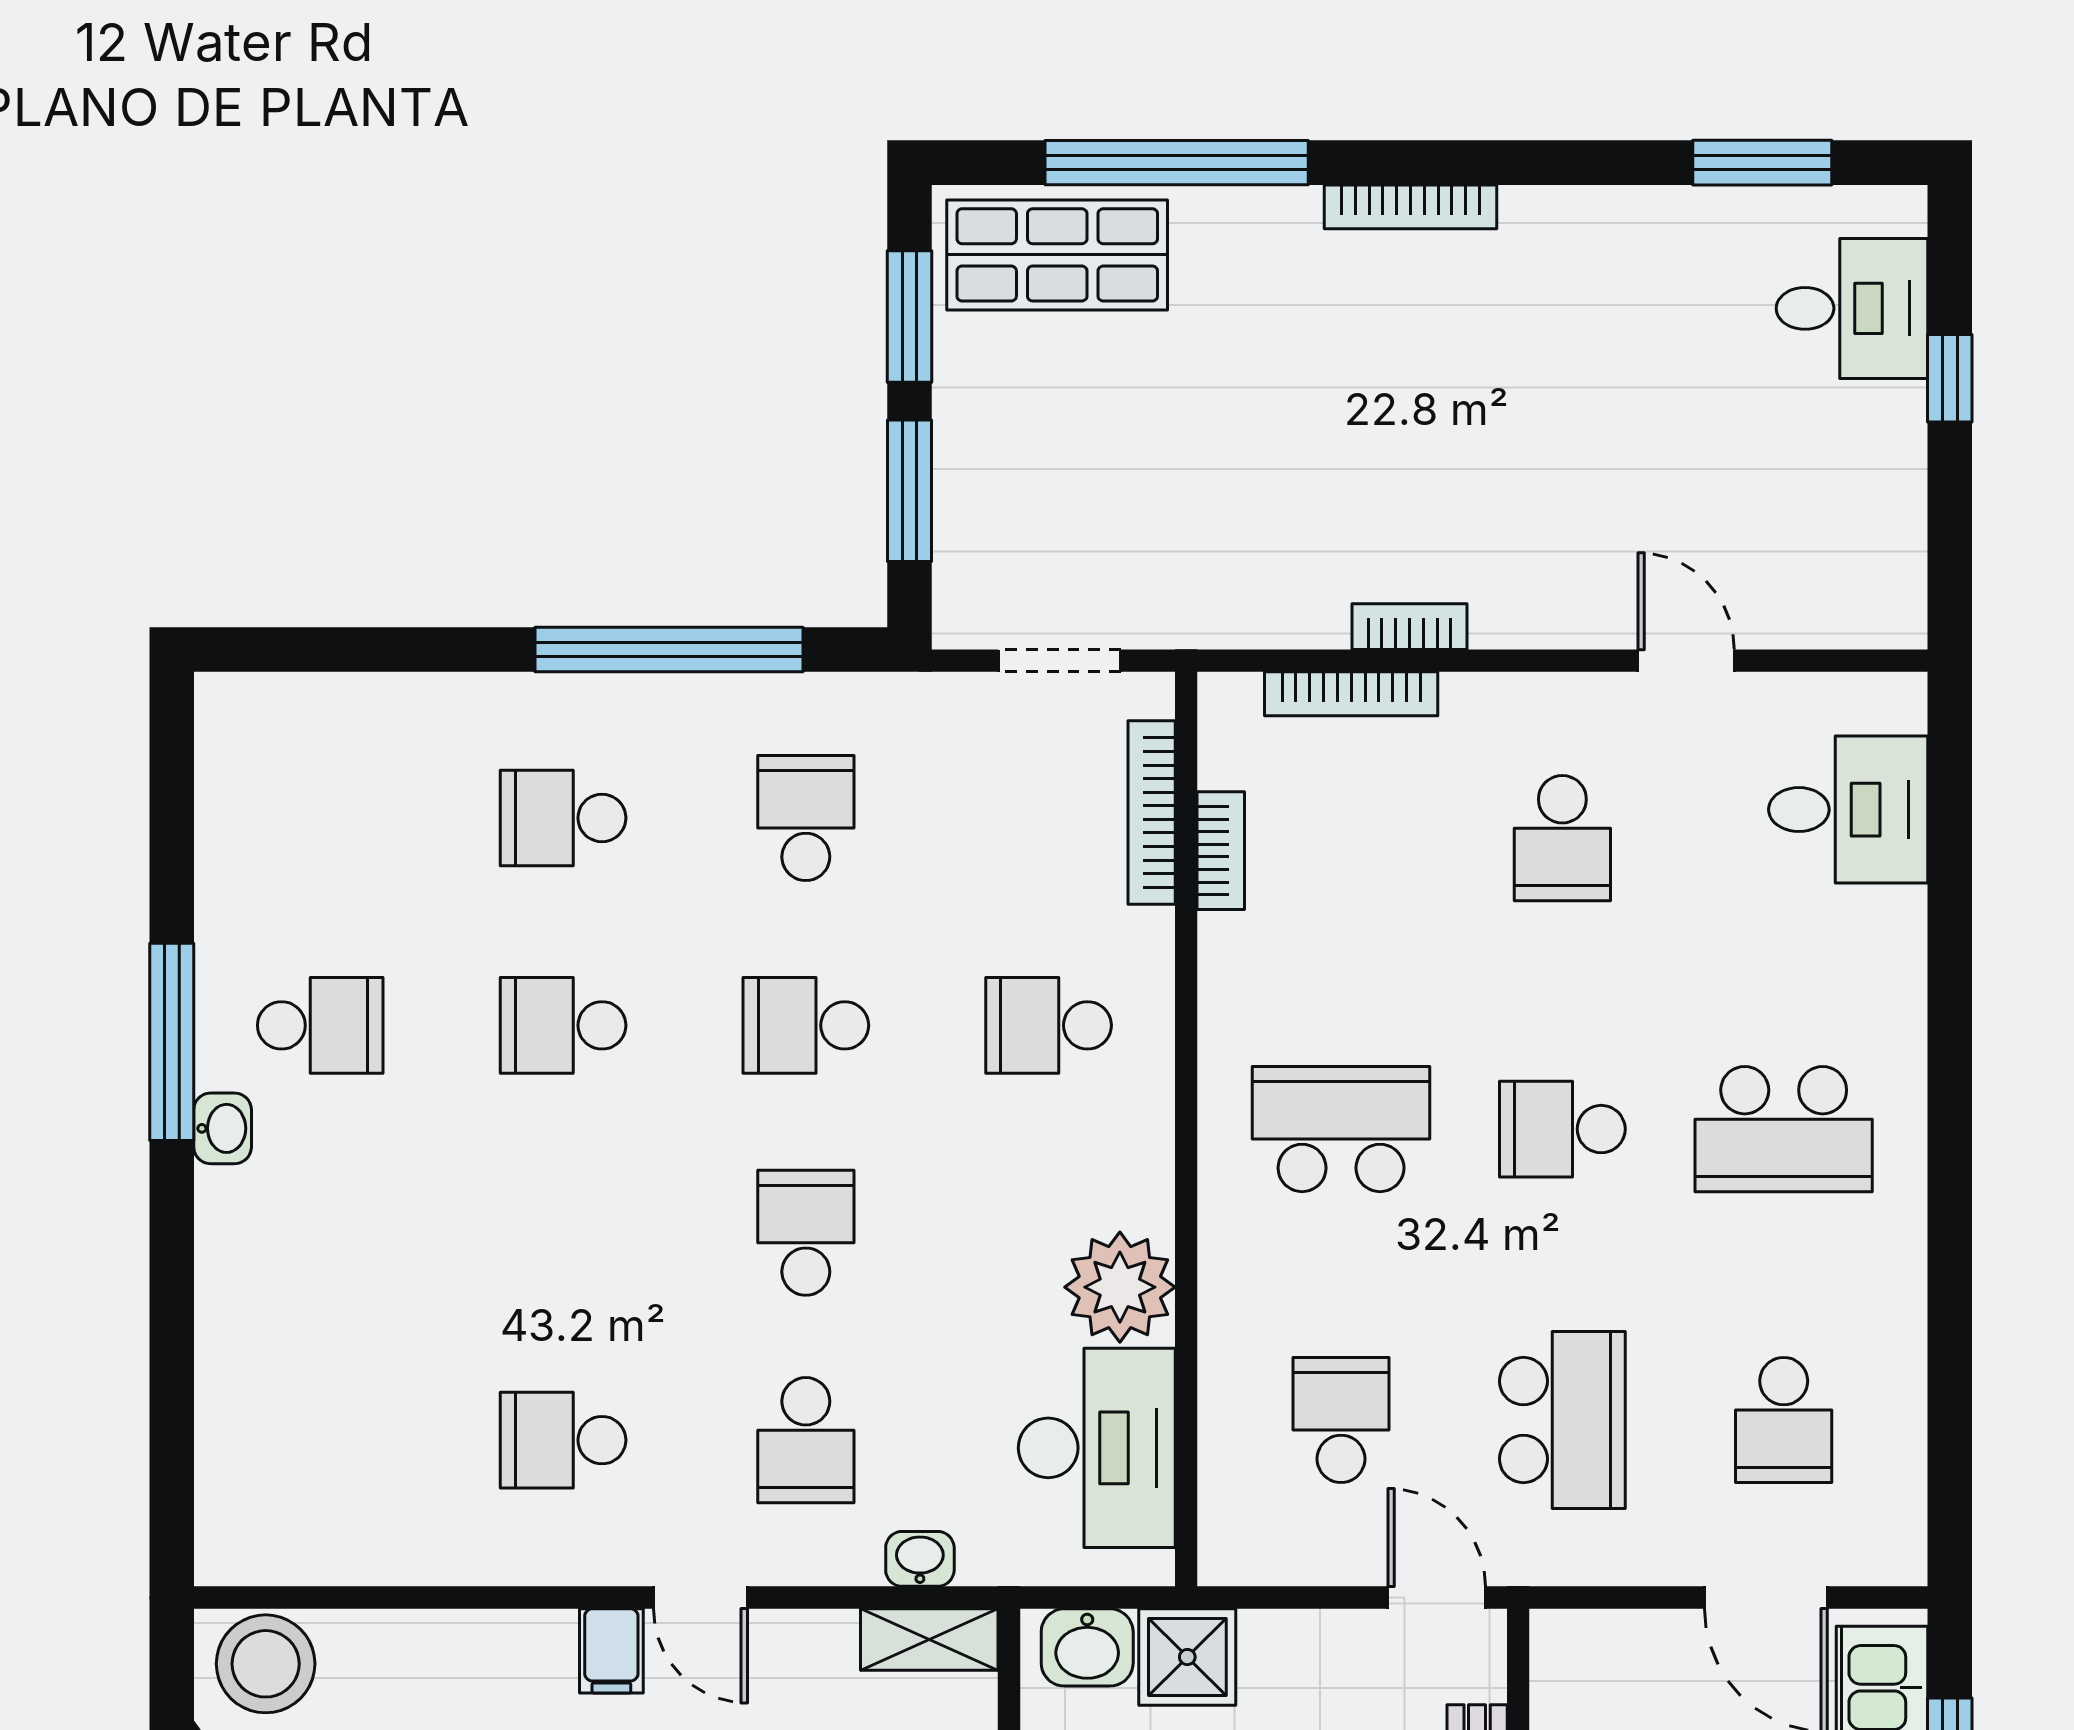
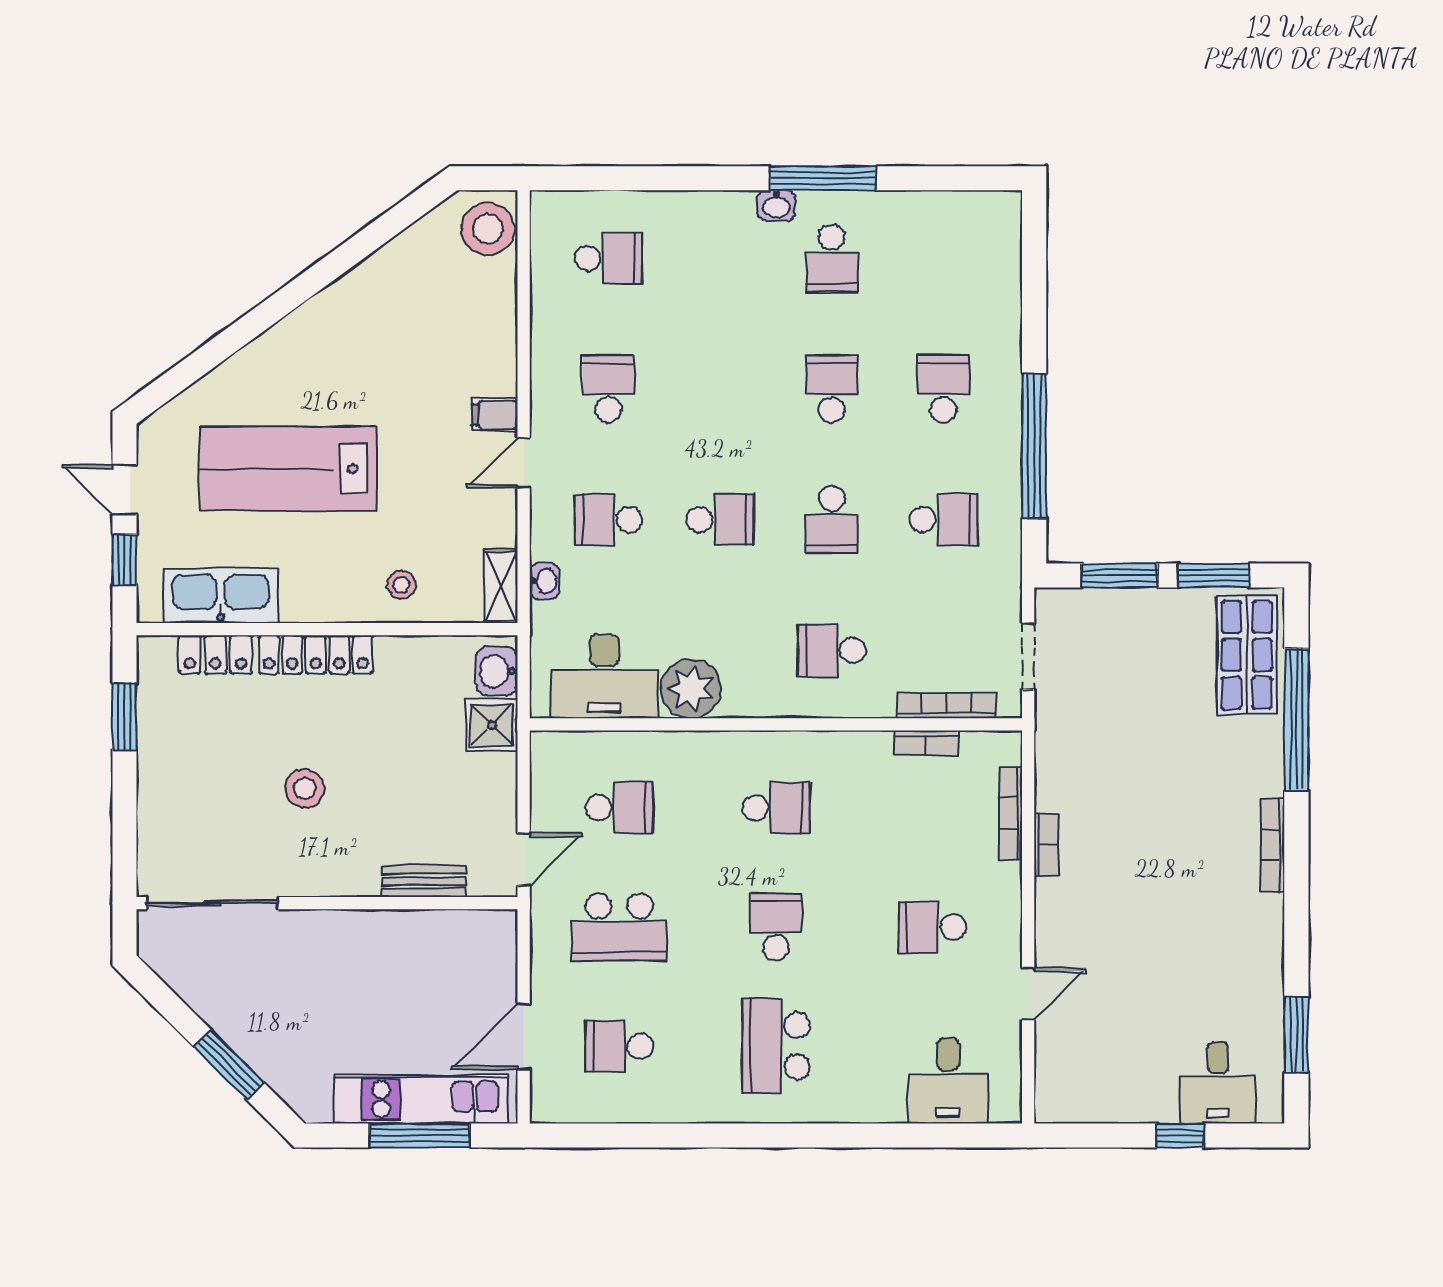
school desk: (806, 1025) -> (832, 520), turned 180
school desk: (1049, 1025) -> (832, 650), turned -90
school desk: (1341, 1129) -> (776, 808), width x0.54
school desk: (320, 1440) -> (608, 258), added

